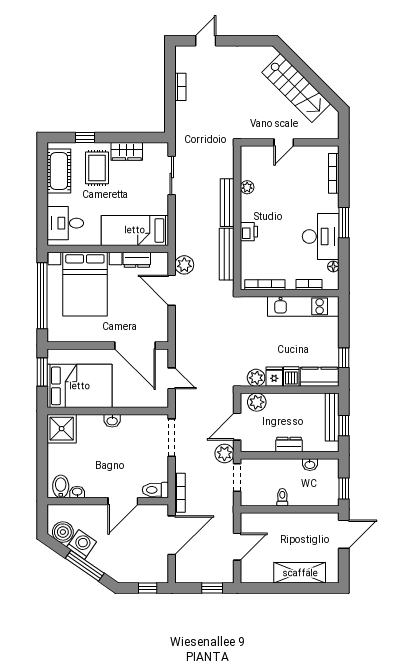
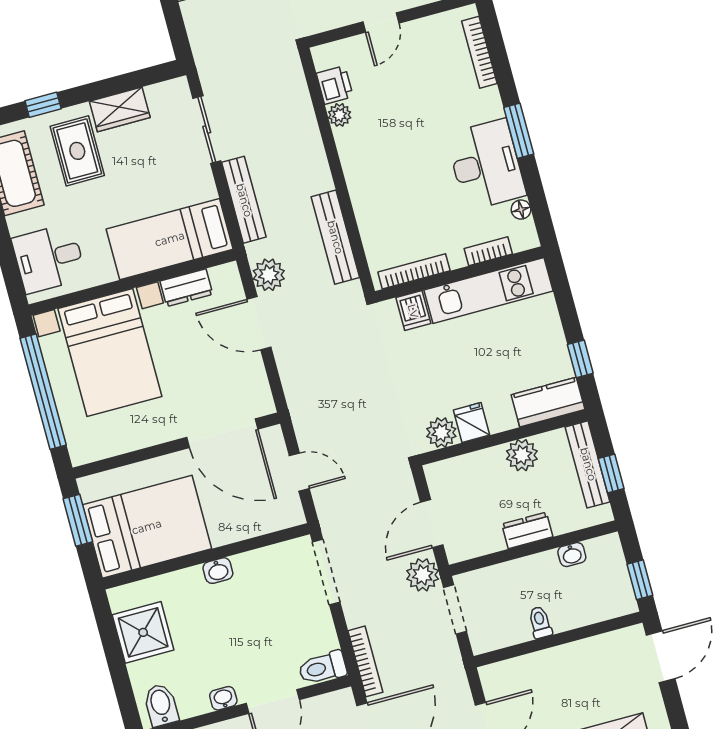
bench: (227, 203) -> (244, 200), moved
printer: (249, 232) -> (335, 85), moved
dishwasher: (291, 377) -> (413, 311), moved, turned 180
plant: (257, 402) -> (522, 455), moved
shower: (62, 429) -> (143, 632), moved
washbasin: (77, 492) -> (223, 698), moved

